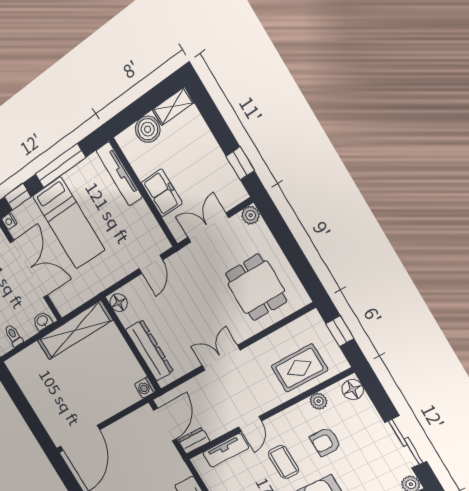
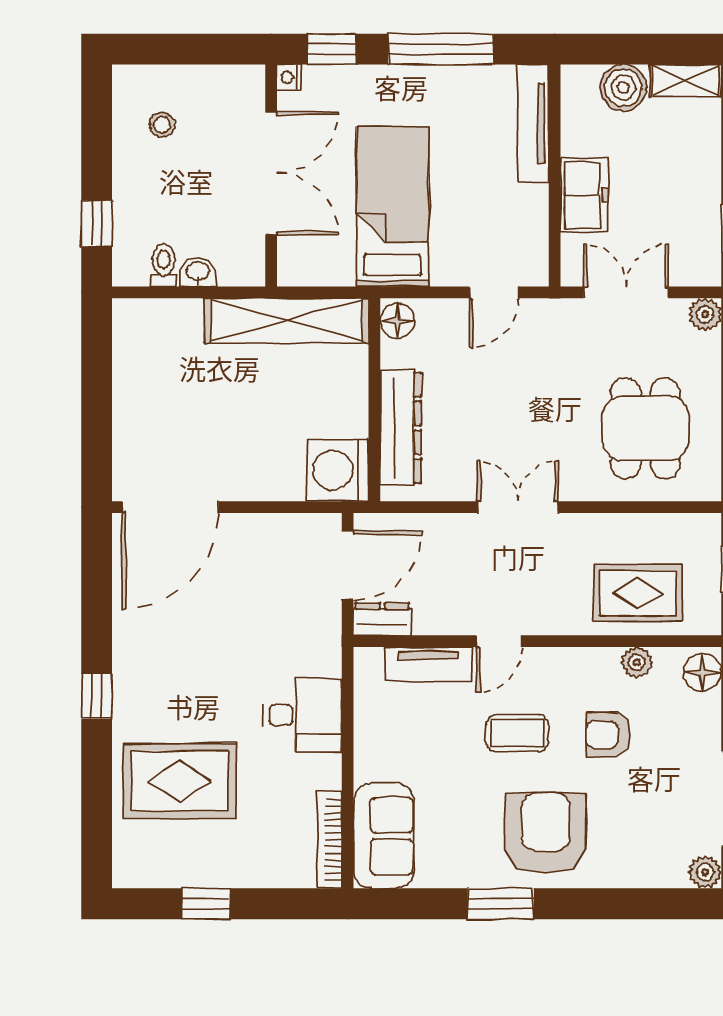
bed: (69, 223) -> (393, 207), moved, turned 180
washbasin: (42, 321) -> (198, 272), moved
washing machine: (145, 388) -> (338, 470), width x1.89, depth x1.89
coffee table: (283, 462) -> (517, 733), turned 90

